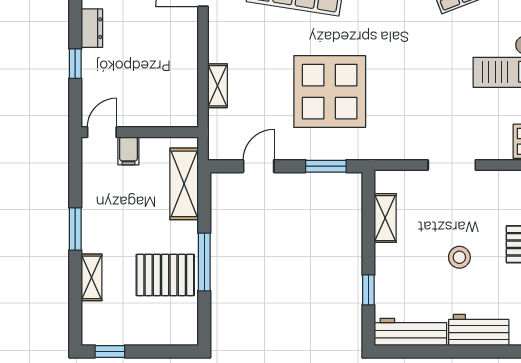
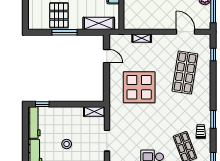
window: (326, 166) -> (106, 86), removed
shelving: (385, 218) -> (94, 112), moved
window: (368, 290) -> (42, 104), moved

